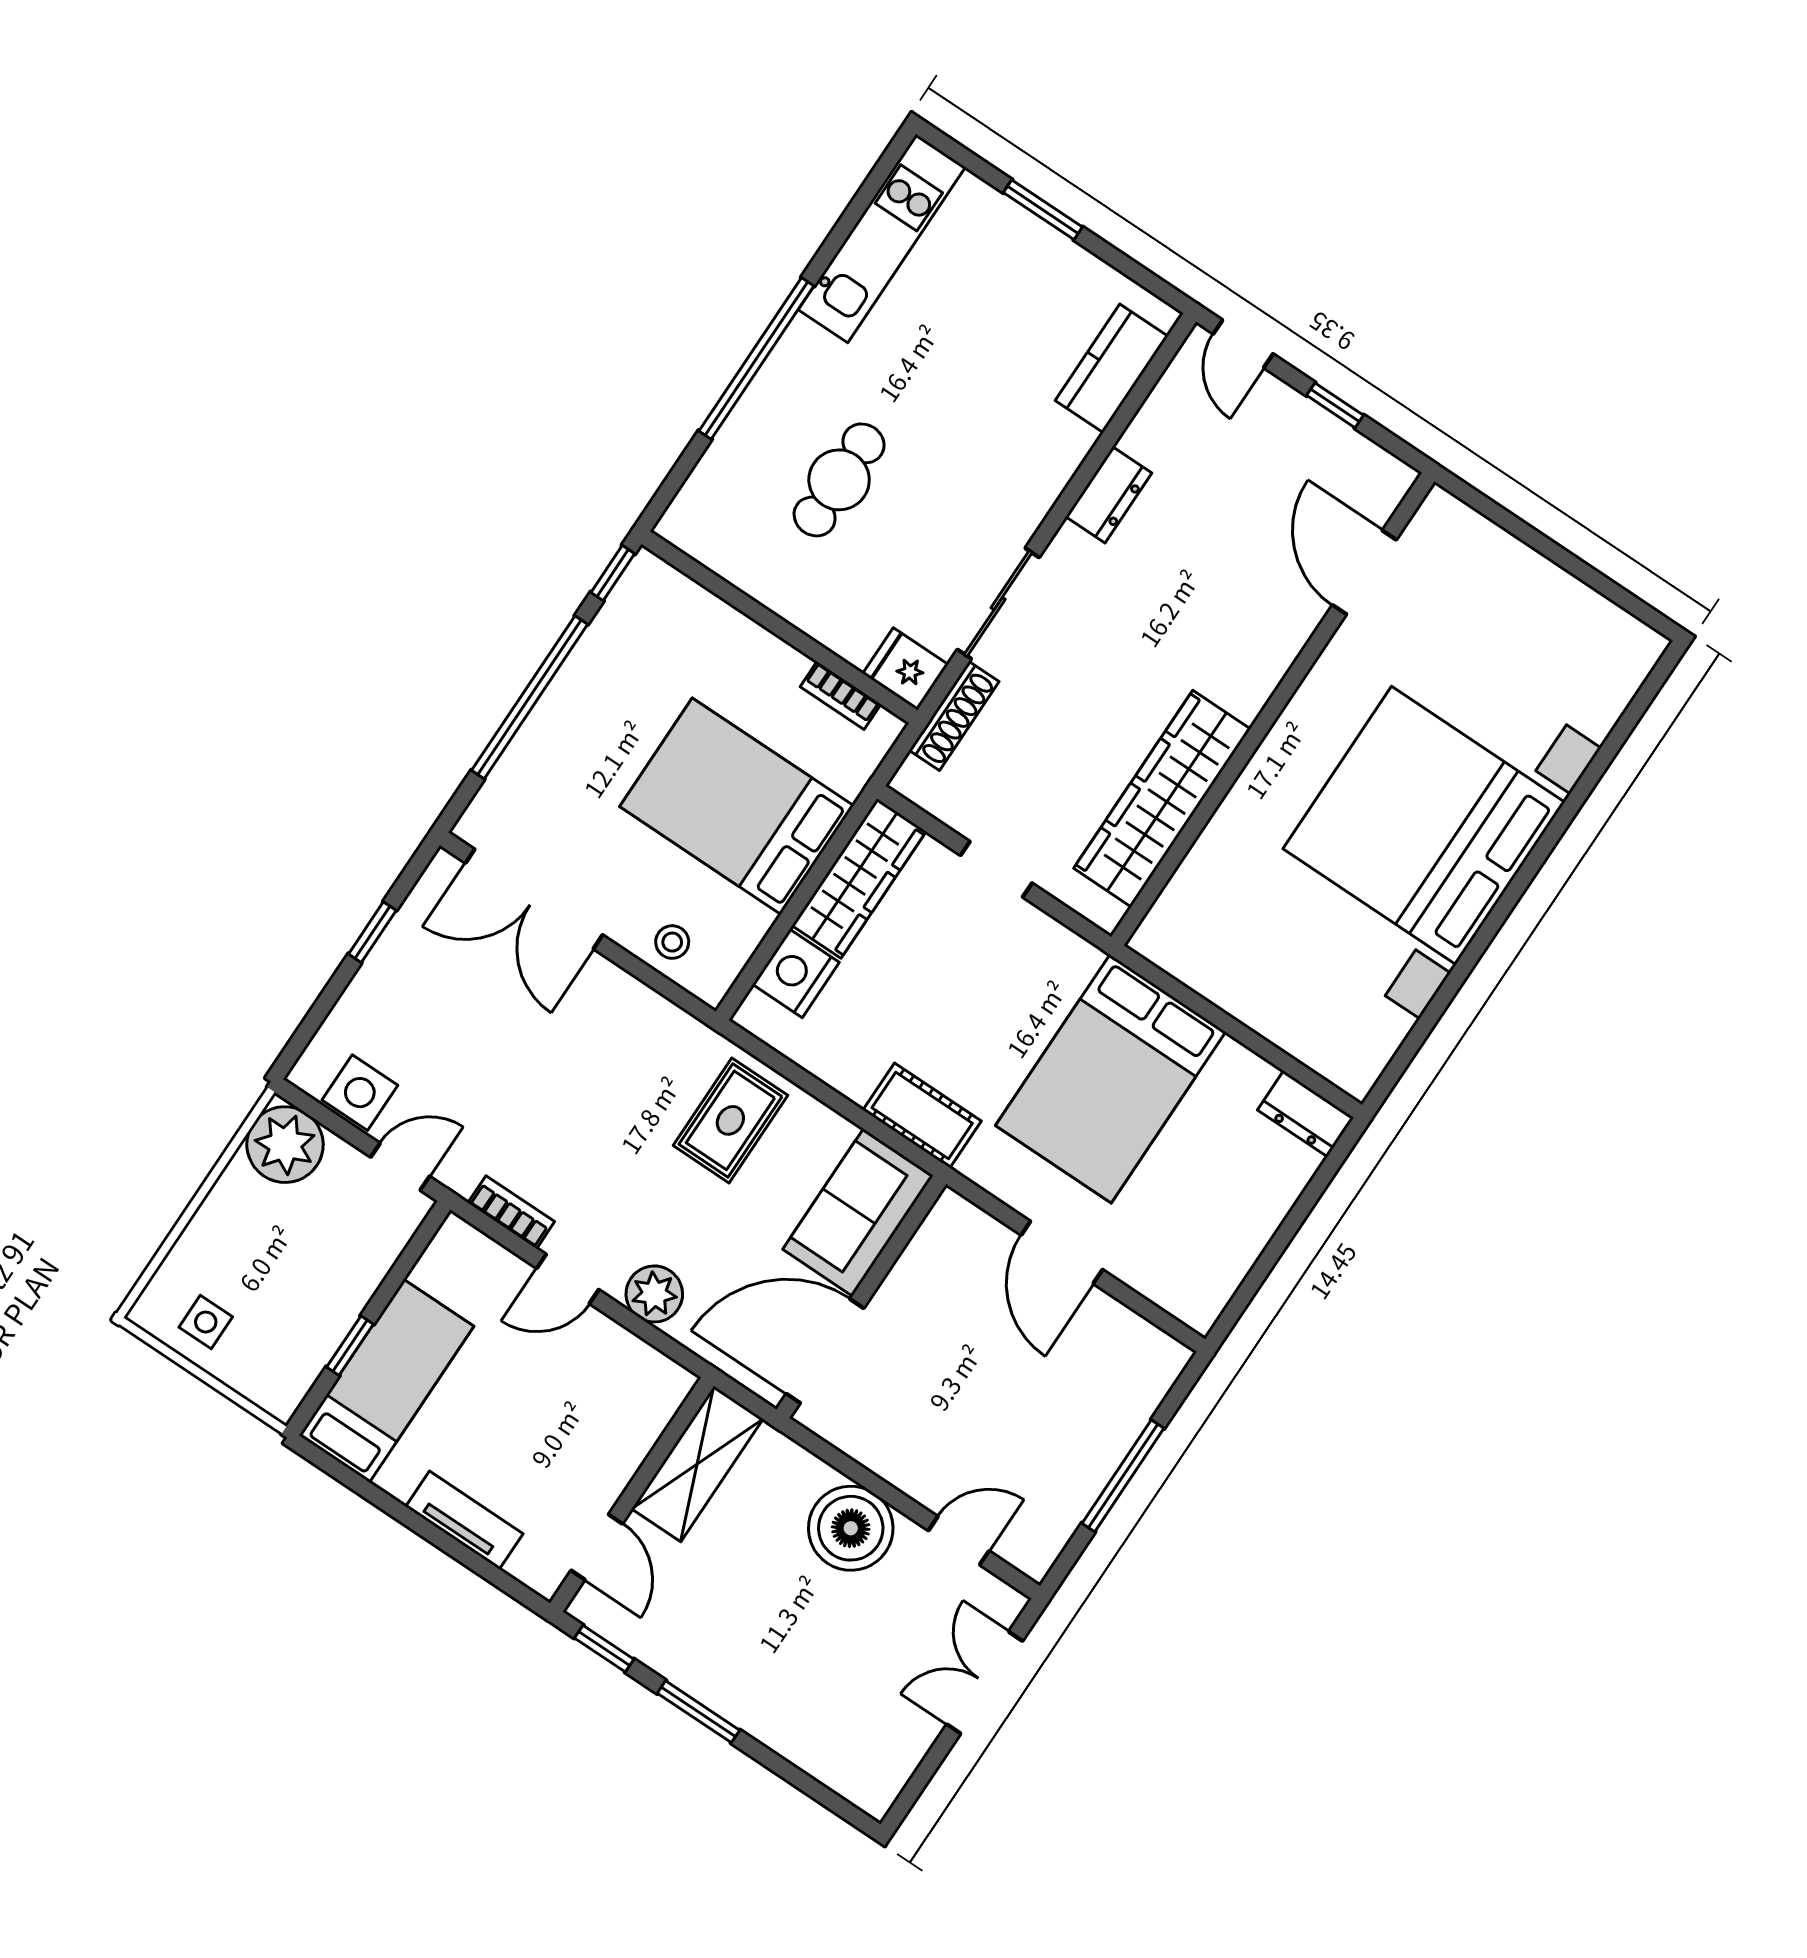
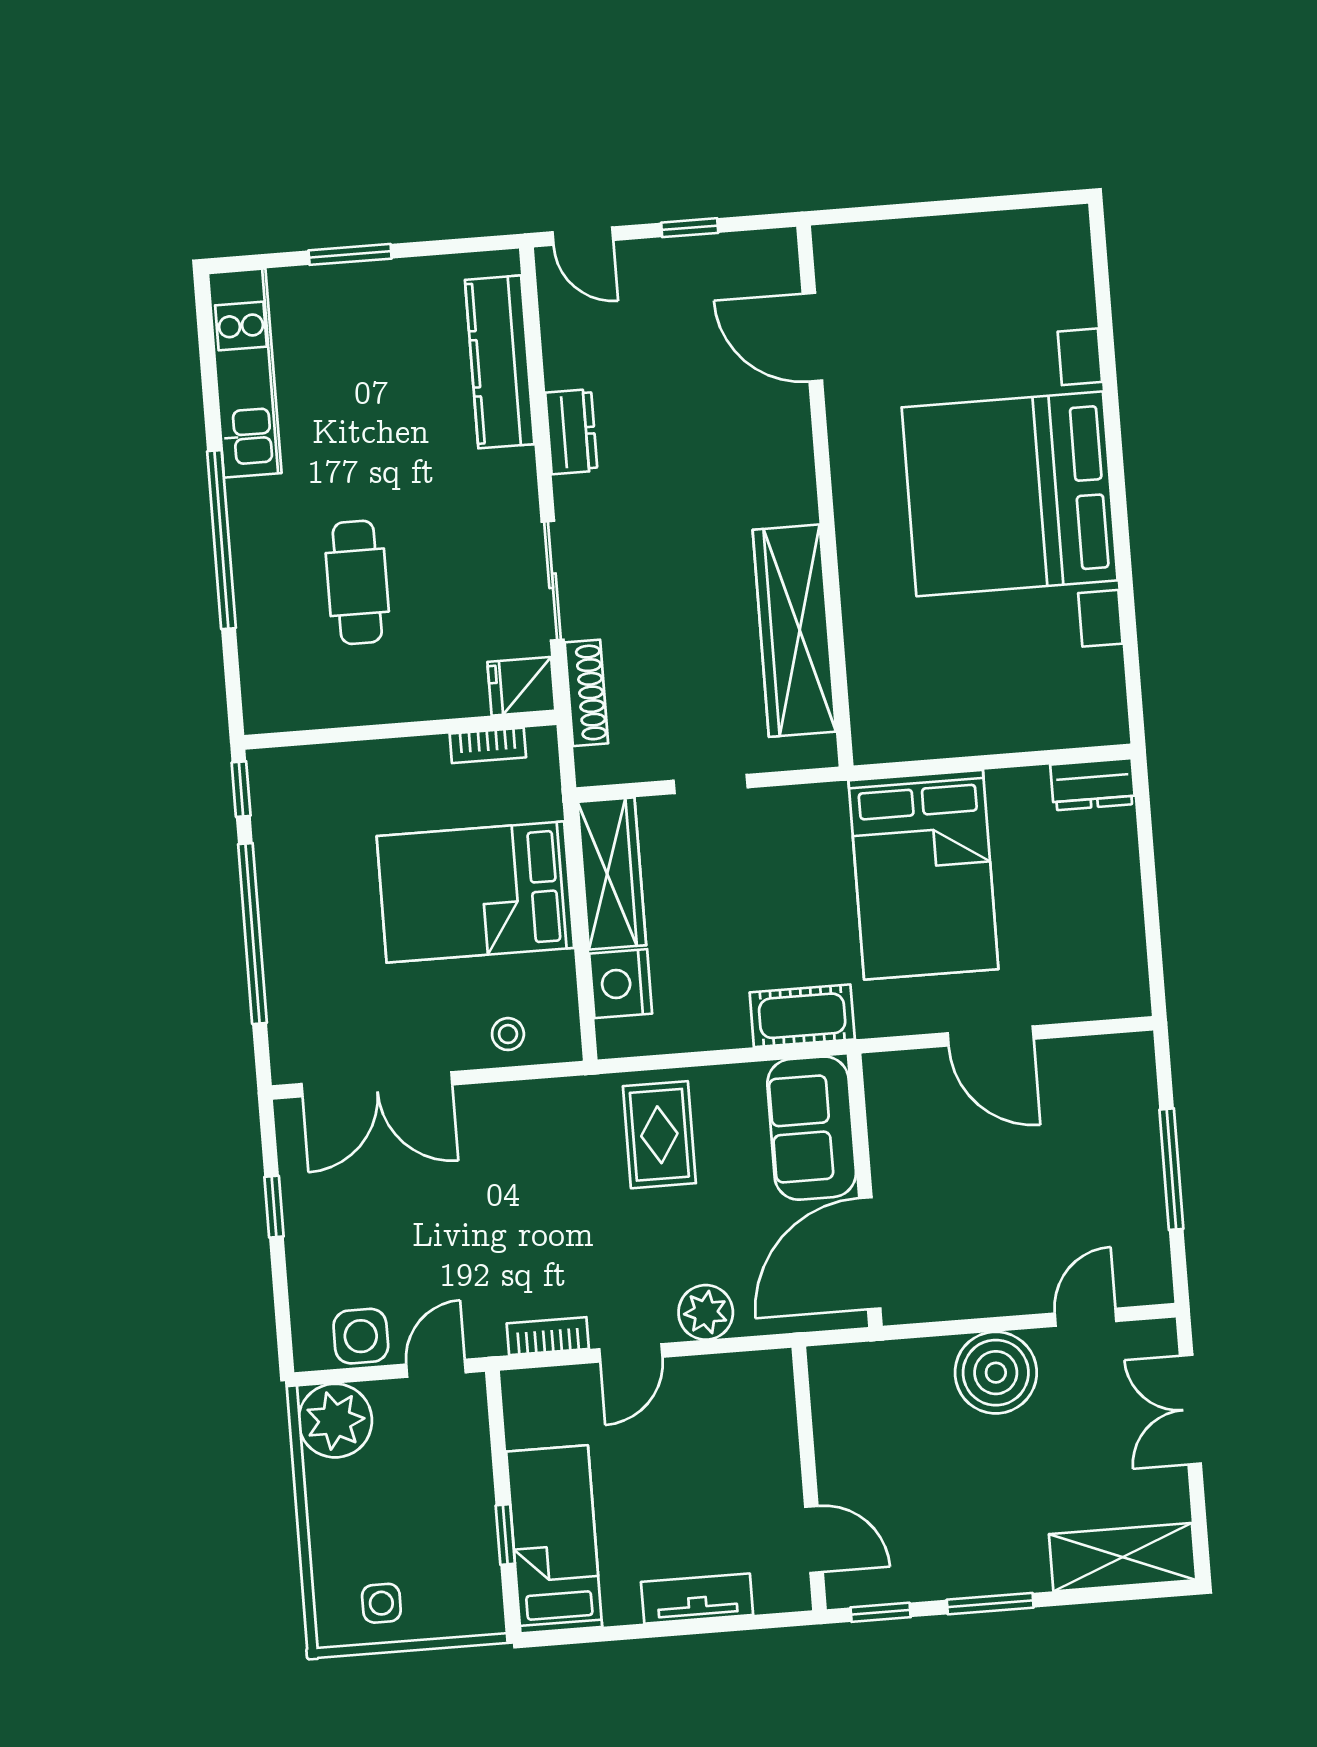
kitchen counter: (1112, 368) -> (500, 362), width x1.50
shelving: (697, 1464) -> (1123, 1557), moved, turned 90

